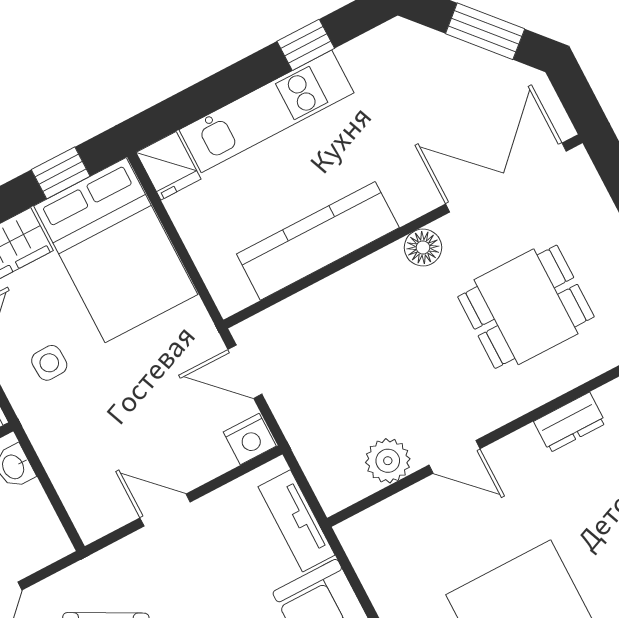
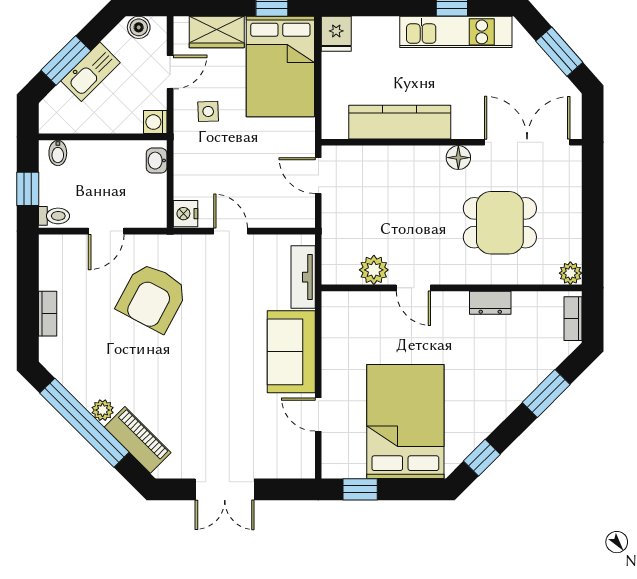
kitchen unit: (267, 111) -> (456, 32), moved
nightstand: (250, 439) -> (185, 214), moved, turned 90

